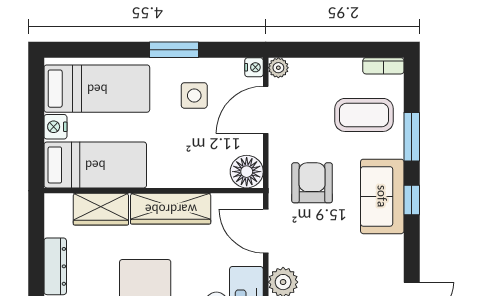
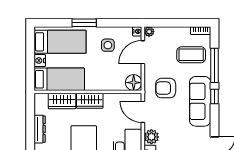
window: (174, 50) -> (84, 23), moved
window: (412, 137) -> (215, 65), width x1.44
armchair: (312, 183) -> (166, 88), turned -90
sofa: (382, 196) -> (200, 101), width x1.36
wardrobe: (171, 209) -> (90, 101), width x0.67

